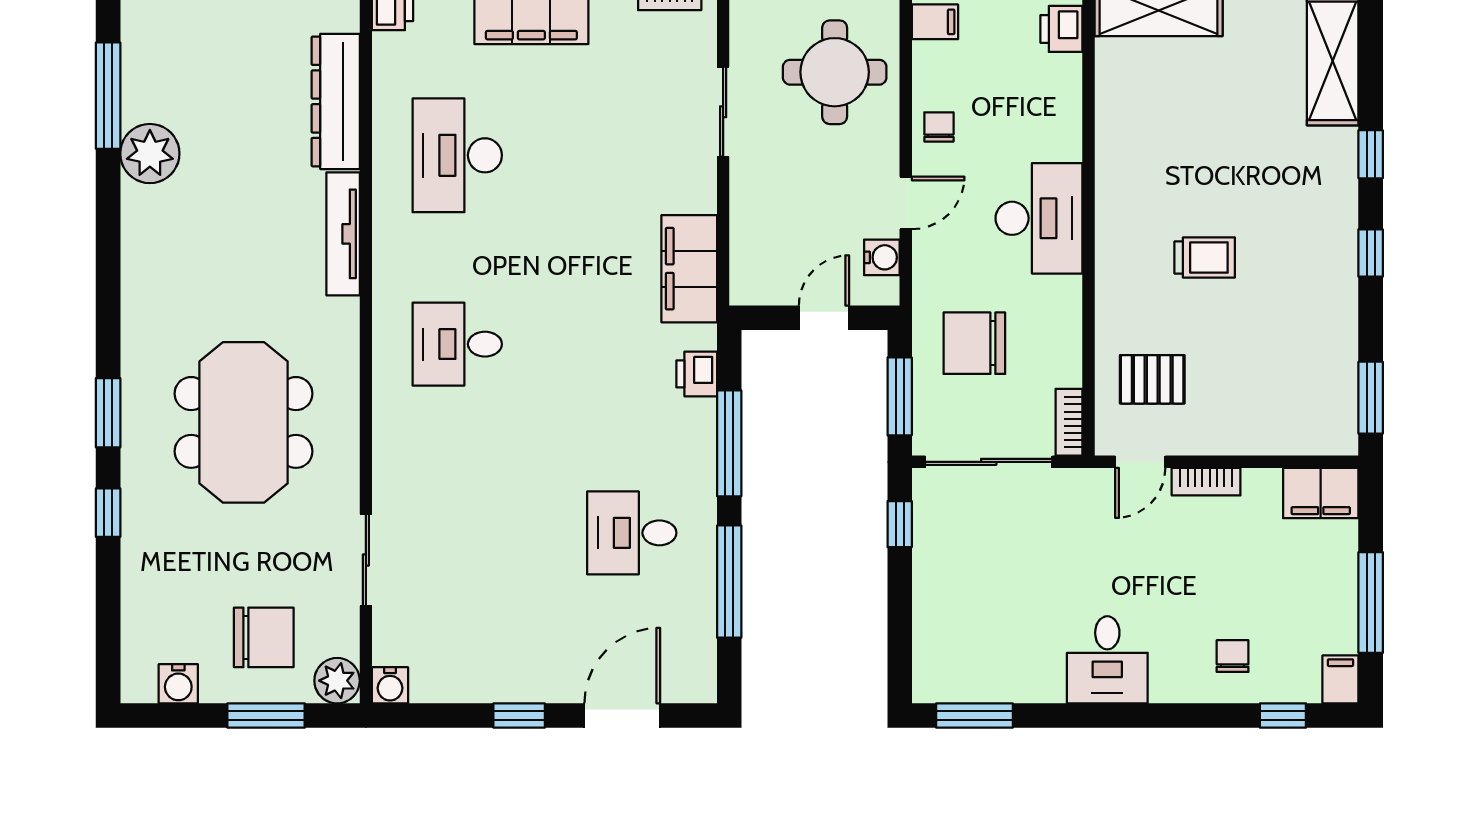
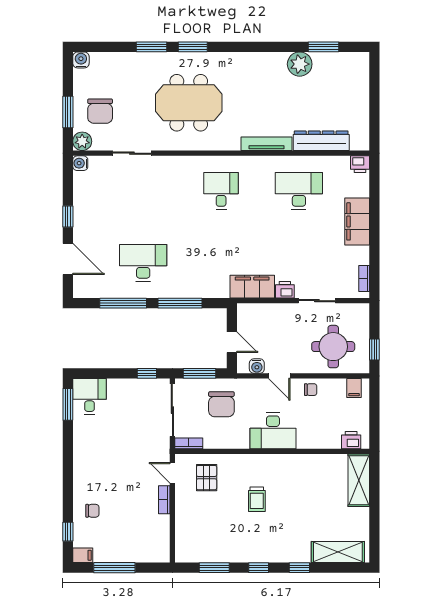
window: (108, 96) -> (324, 47), width x0.69
chair: (974, 343) -> (221, 404), turned 180
printer: (697, 374) -> (285, 290), moved
window: (1371, 398) -> (214, 568), moved
filing cabinet: (1321, 493) -> (160, 547), removed
window: (108, 513) -> (152, 47), width x1.50
desk: (632, 533) -> (143, 263), width x1.37
desk: (1107, 660) -> (89, 396), moved, turned 90
water cooler: (178, 684) -> (81, 60), moved, turned 90

